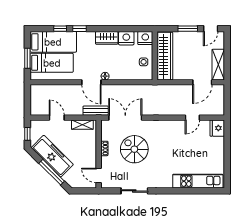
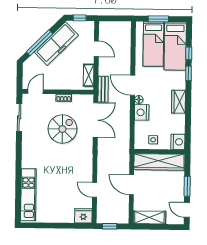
nightstand: (126, 38) -> (142, 112), moved, turned 180
door: (91, 82) -> (133, 85), hinge flipped
door: (202, 82) -> (131, 185), moved
window: (227, 103) -> (110, 226), added
door: (57, 118) -> (96, 49), hinge flipped
sliding door: (134, 191) -> (19, 117), moved

